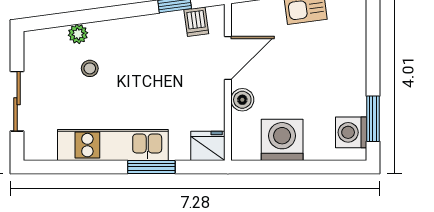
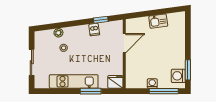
dishwasher: (196, 22) -> (94, 29), moved
boiler: (242, 100) -> (131, 62), removed
washing machine: (282, 140) -> (152, 83), width x0.53, depth x0.53
window: (318, 167) -> (164, 91), added

